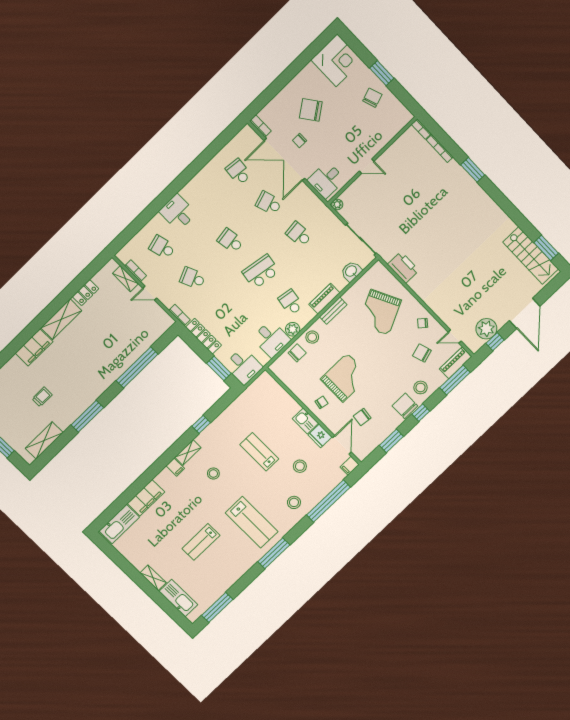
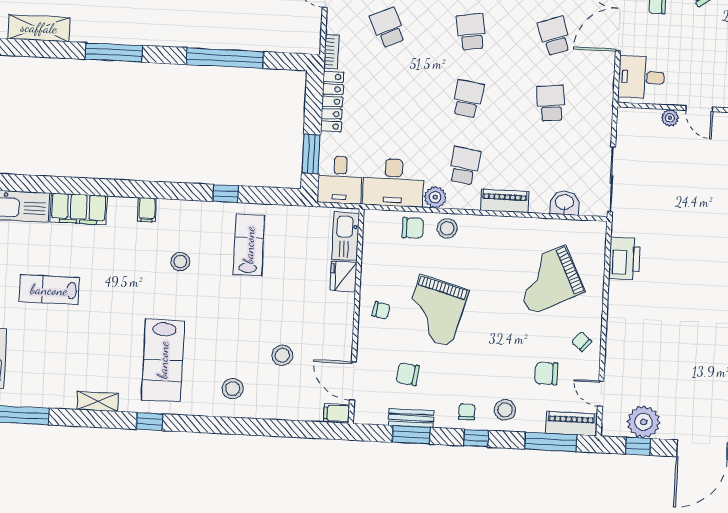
plant: (337, 205) -> (670, 118), moved
school desk: (261, 272) -> (468, 99), width x0.54
bench: (333, 311) -> (411, 418), moved
desk: (271, 339) -> (393, 183), width x1.37
chair: (422, 353) -> (546, 373), turned -73
grand piano: (345, 378) -> (435, 311), turned 105
chair: (405, 406) -> (467, 412), width x0.54, depth x0.54
kitchen sink: (305, 421) -> (346, 236), moved, width x1.38
fridge: (320, 436) -> (343, 276), moved
door: (342, 445) -> (353, 381), swing flipped
shelving: (188, 452) -> (98, 401), moved
lab bench: (259, 452) -> (249, 245), moved
window: (328, 501) -> (272, 428), removed
lab bench: (201, 542) -> (49, 290), moved
window: (274, 553) -> (149, 422), width x0.46

